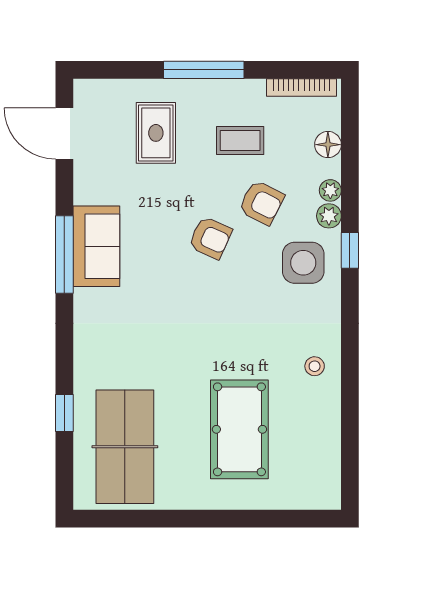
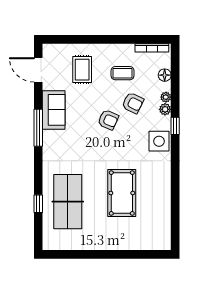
window: (204, 70) -> (105, 39), removed
sofa: (96, 246) -> (54, 110), moved
side table: (303, 263) -> (159, 141), moved
stool: (315, 366) -> (158, 181), removed
pool table: (239, 429) -> (122, 193), moved
table tennis table: (125, 447) -> (68, 202), moved

